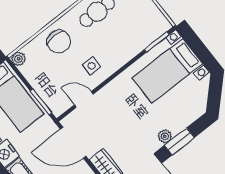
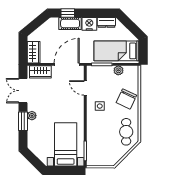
chair: (59, 42) -> (126, 99), turned -65
plant: (18, 59) -> (118, 70), moved
door: (84, 99) -> (85, 88), swing flipped

